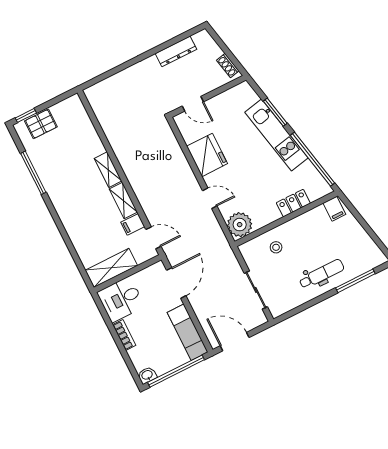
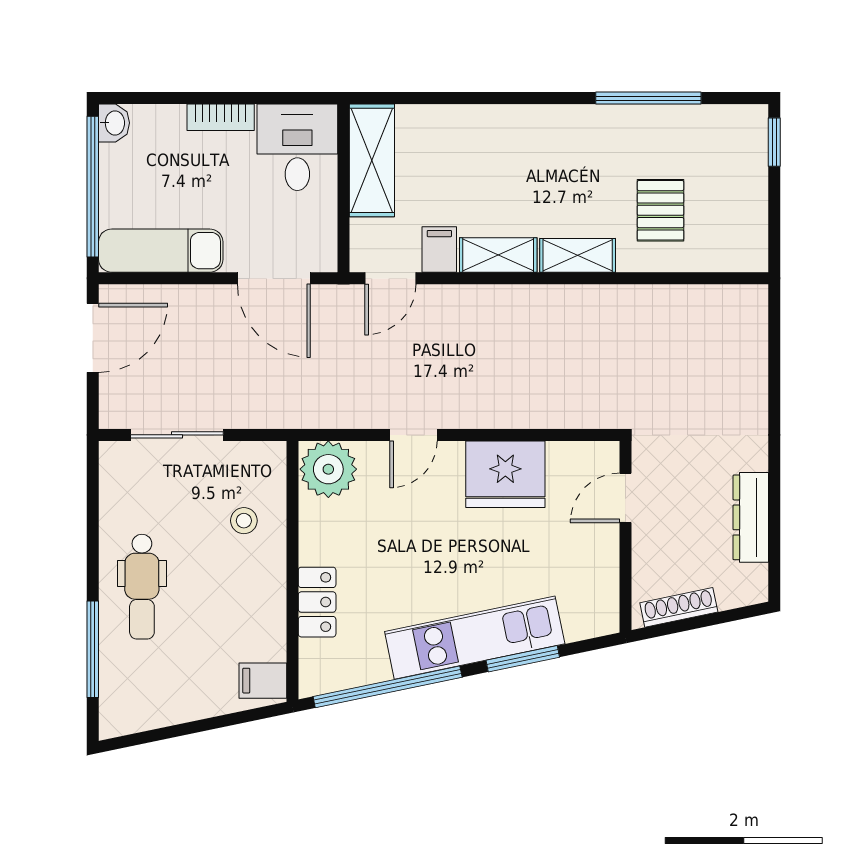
shoe rack: (228, 66) -> (679, 607), width x1.43
pallet: (41, 124) -> (660, 210), moved

